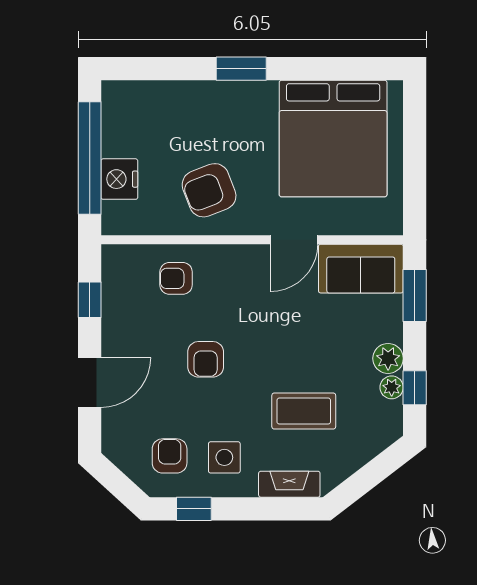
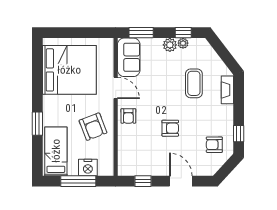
window: (241, 69) -> (37, 124), moved
bed: (155, 109) -> (56, 151), added
window: (90, 158) -> (78, 181), width x0.68
armchair: (176, 278) -> (128, 116), moved
side table: (224, 457) -> (215, 120), removed

